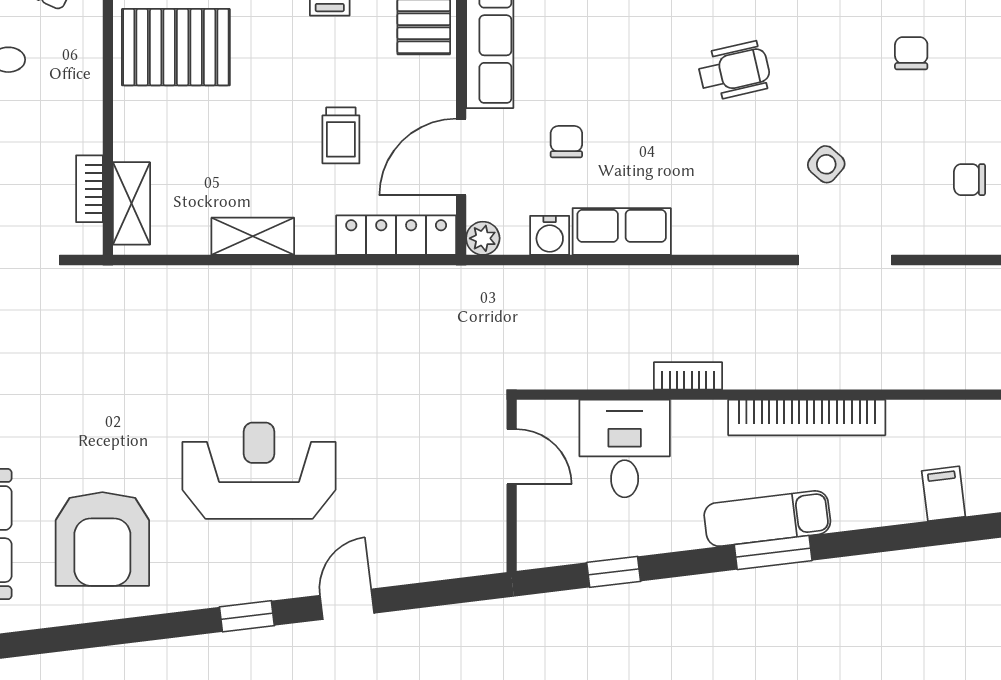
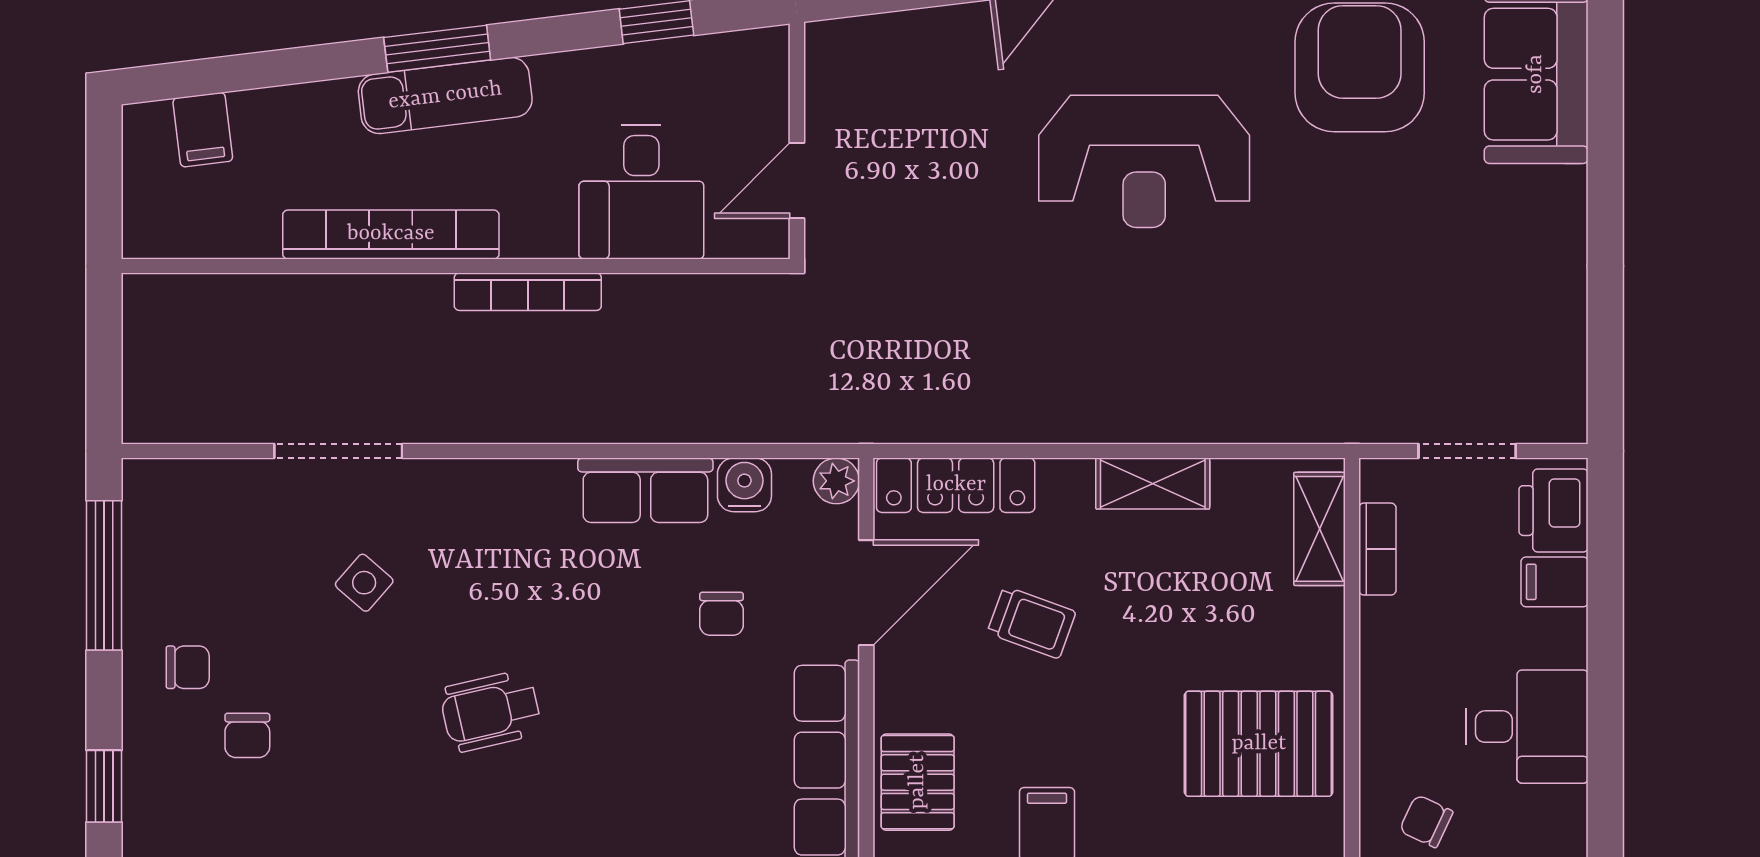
trolley: (341, 135) -> (1032, 622), turned 110
chair: (969, 180) -> (188, 667), moved
bookcase: (688, 376) -> (528, 292), width x1.56
door: (512, 457) -> (797, 181), hinge flipped

